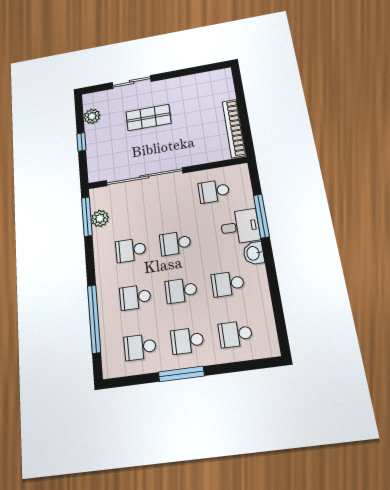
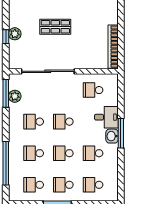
plant: (92, 116) -> (15, 34), moved
window: (261, 216) -> (121, 133), moved

